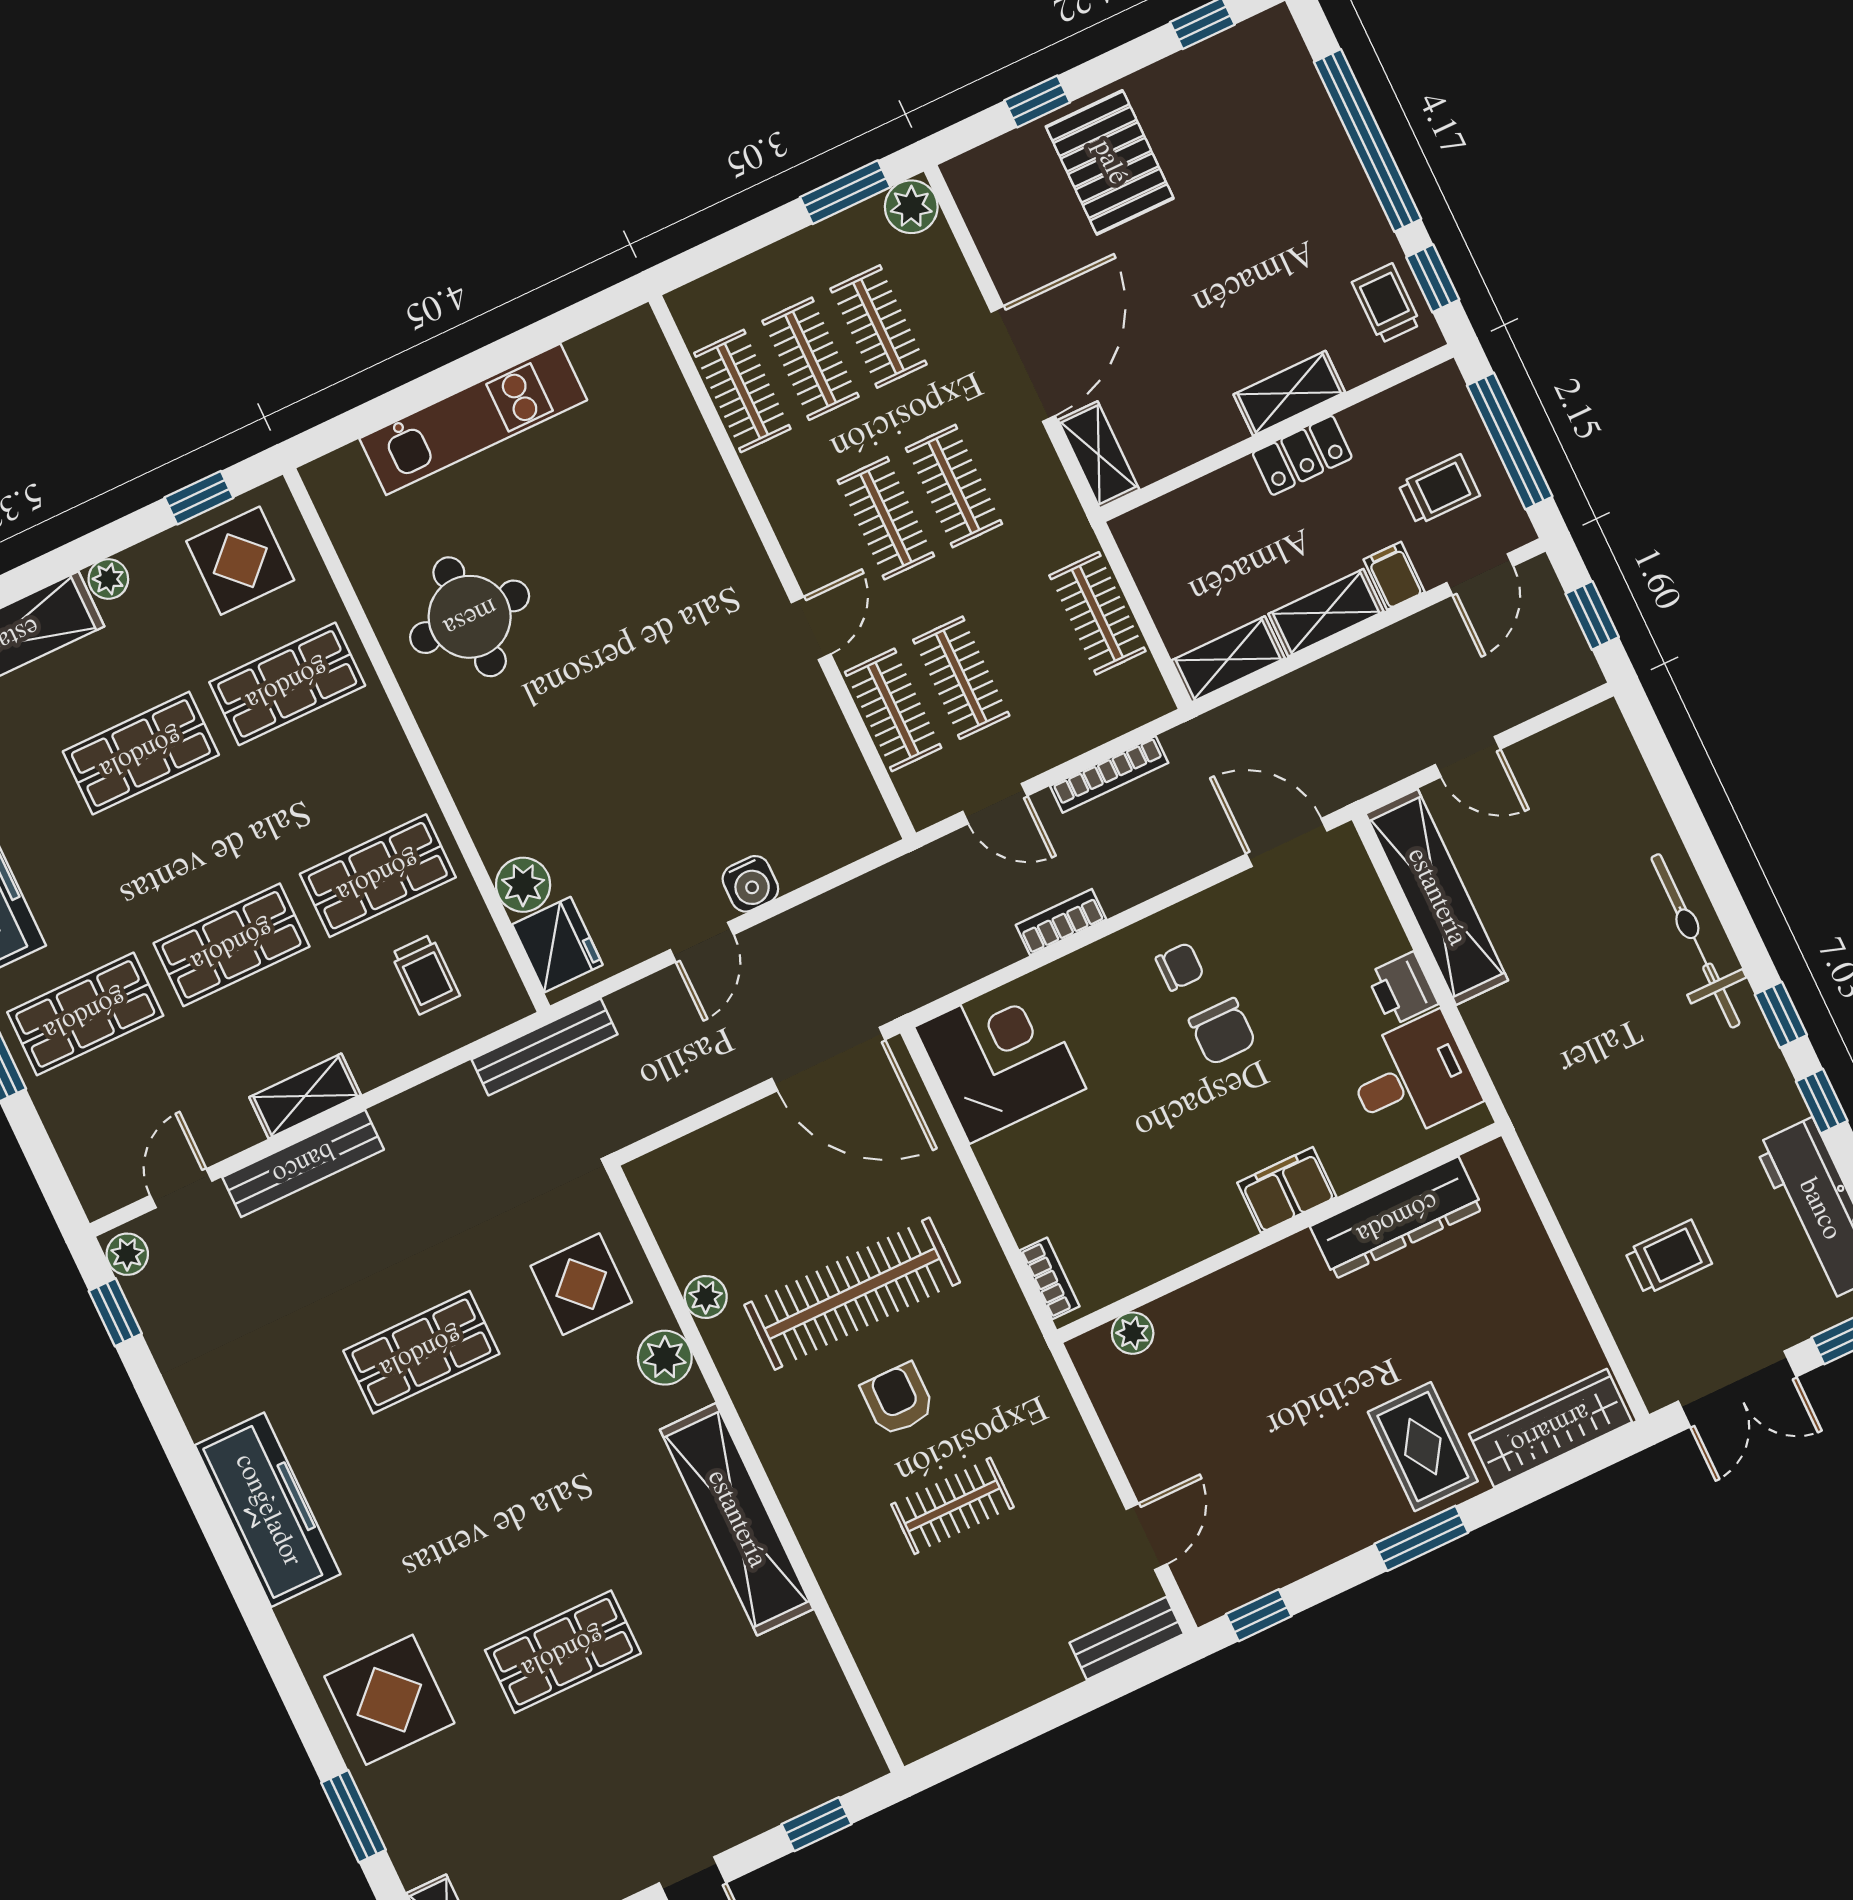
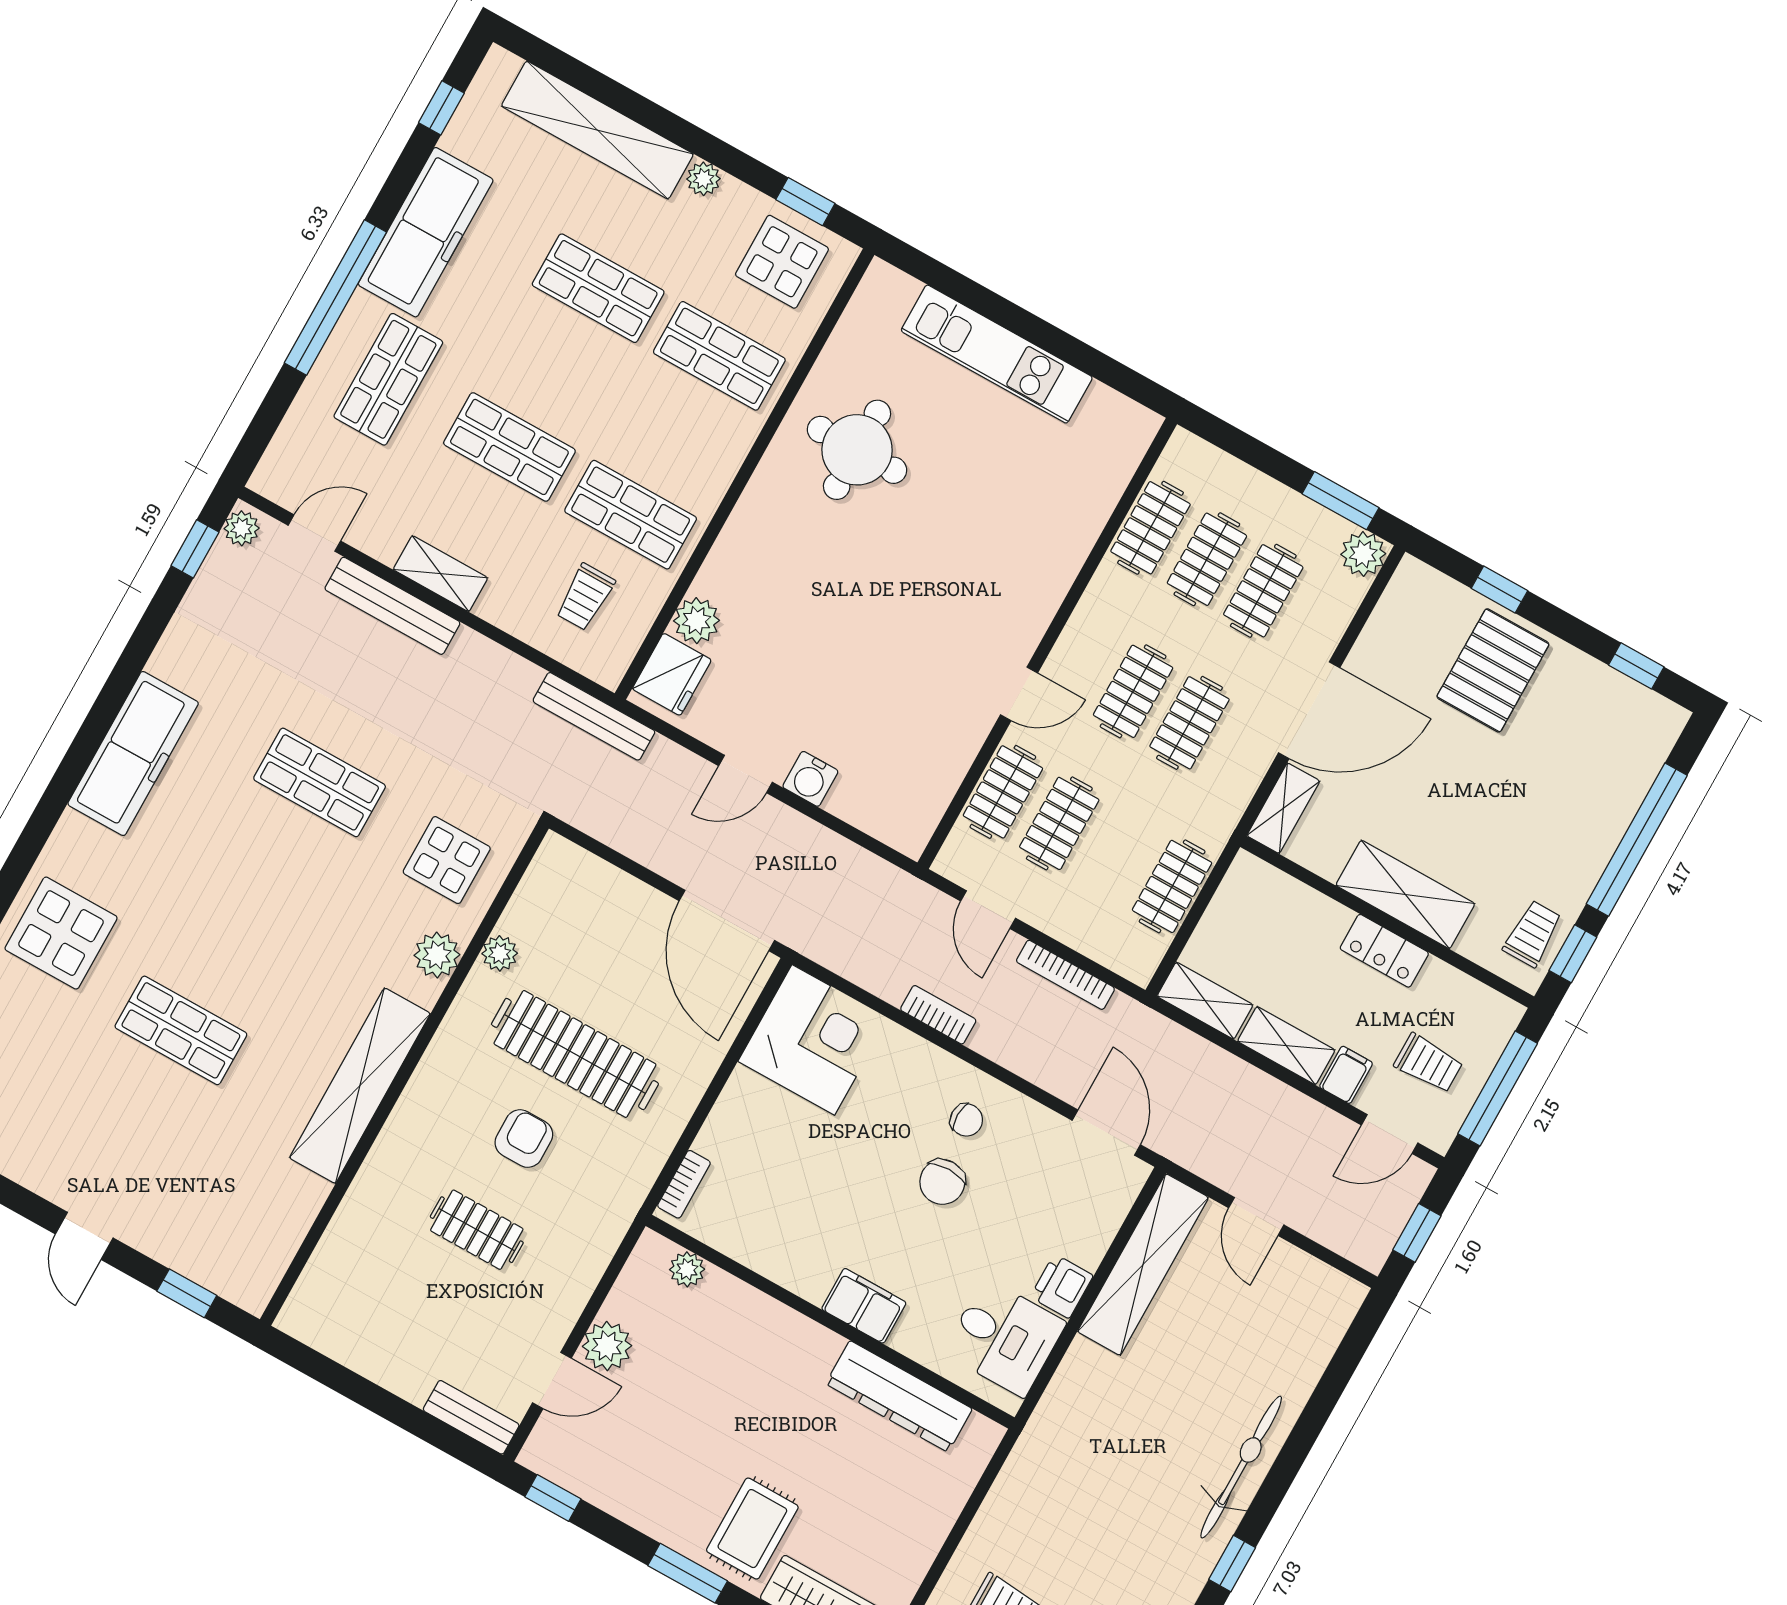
shelving: (1289, 393) -> (1405, 894), width x1.50, depth x1.33
shop shelf: (85, 1014) -> (388, 379), turned 90
plant: (1151, 1461) -> (607, 1346), added

